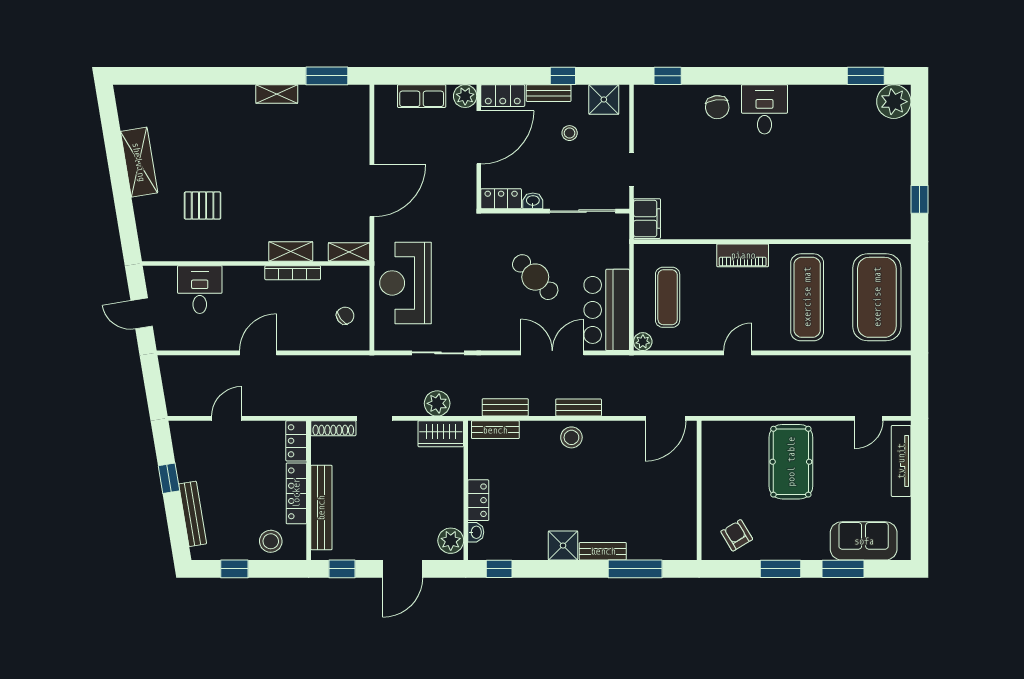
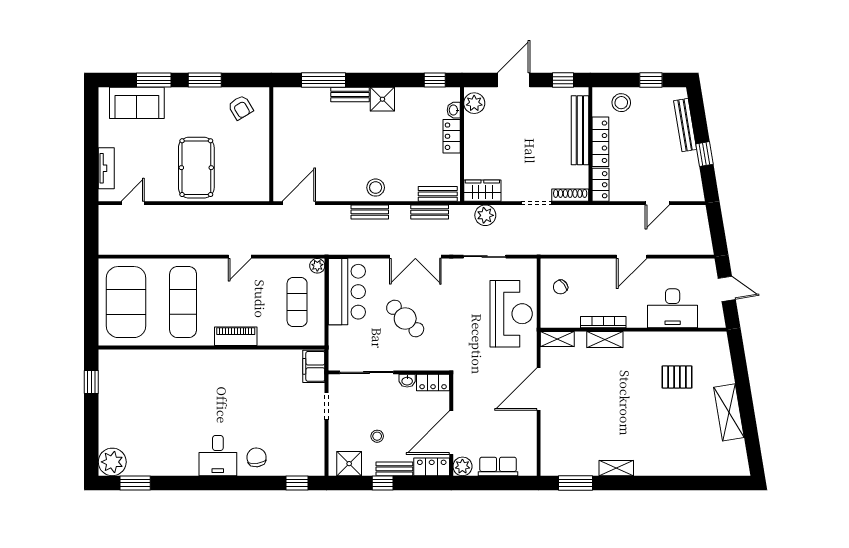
desk: (200, 290) -> (673, 308), width x1.37
double door: (552, 353) -> (415, 257), moved
tv unit: (901, 461) -> (106, 168), width x0.71

